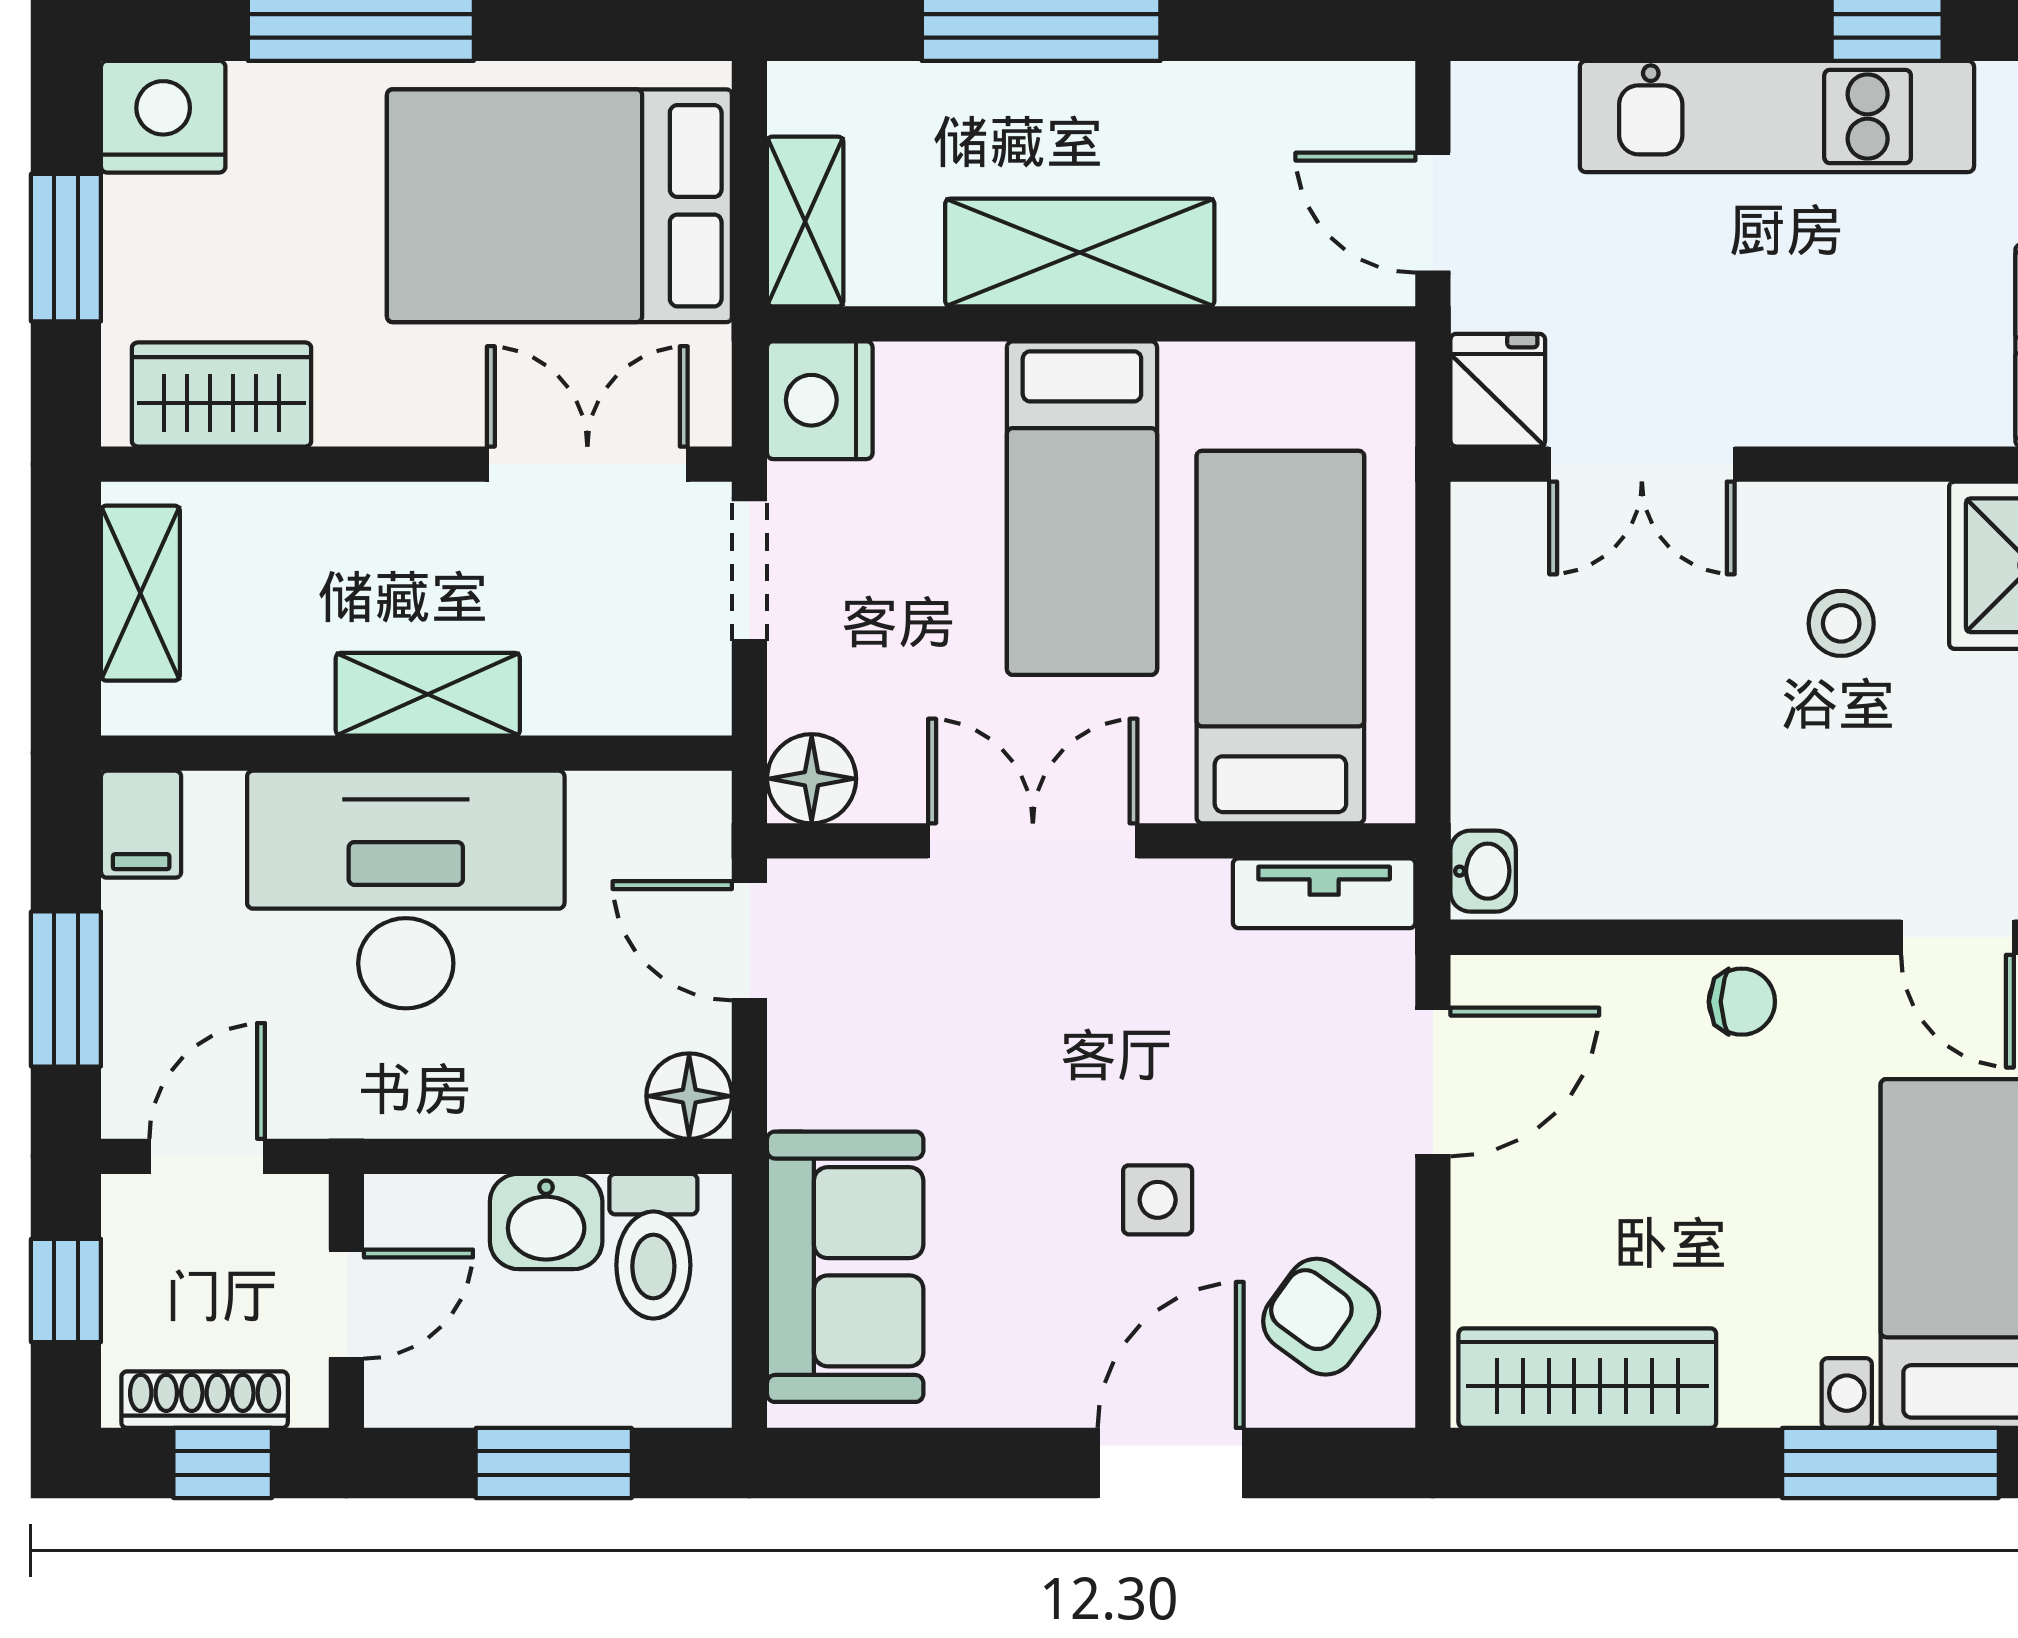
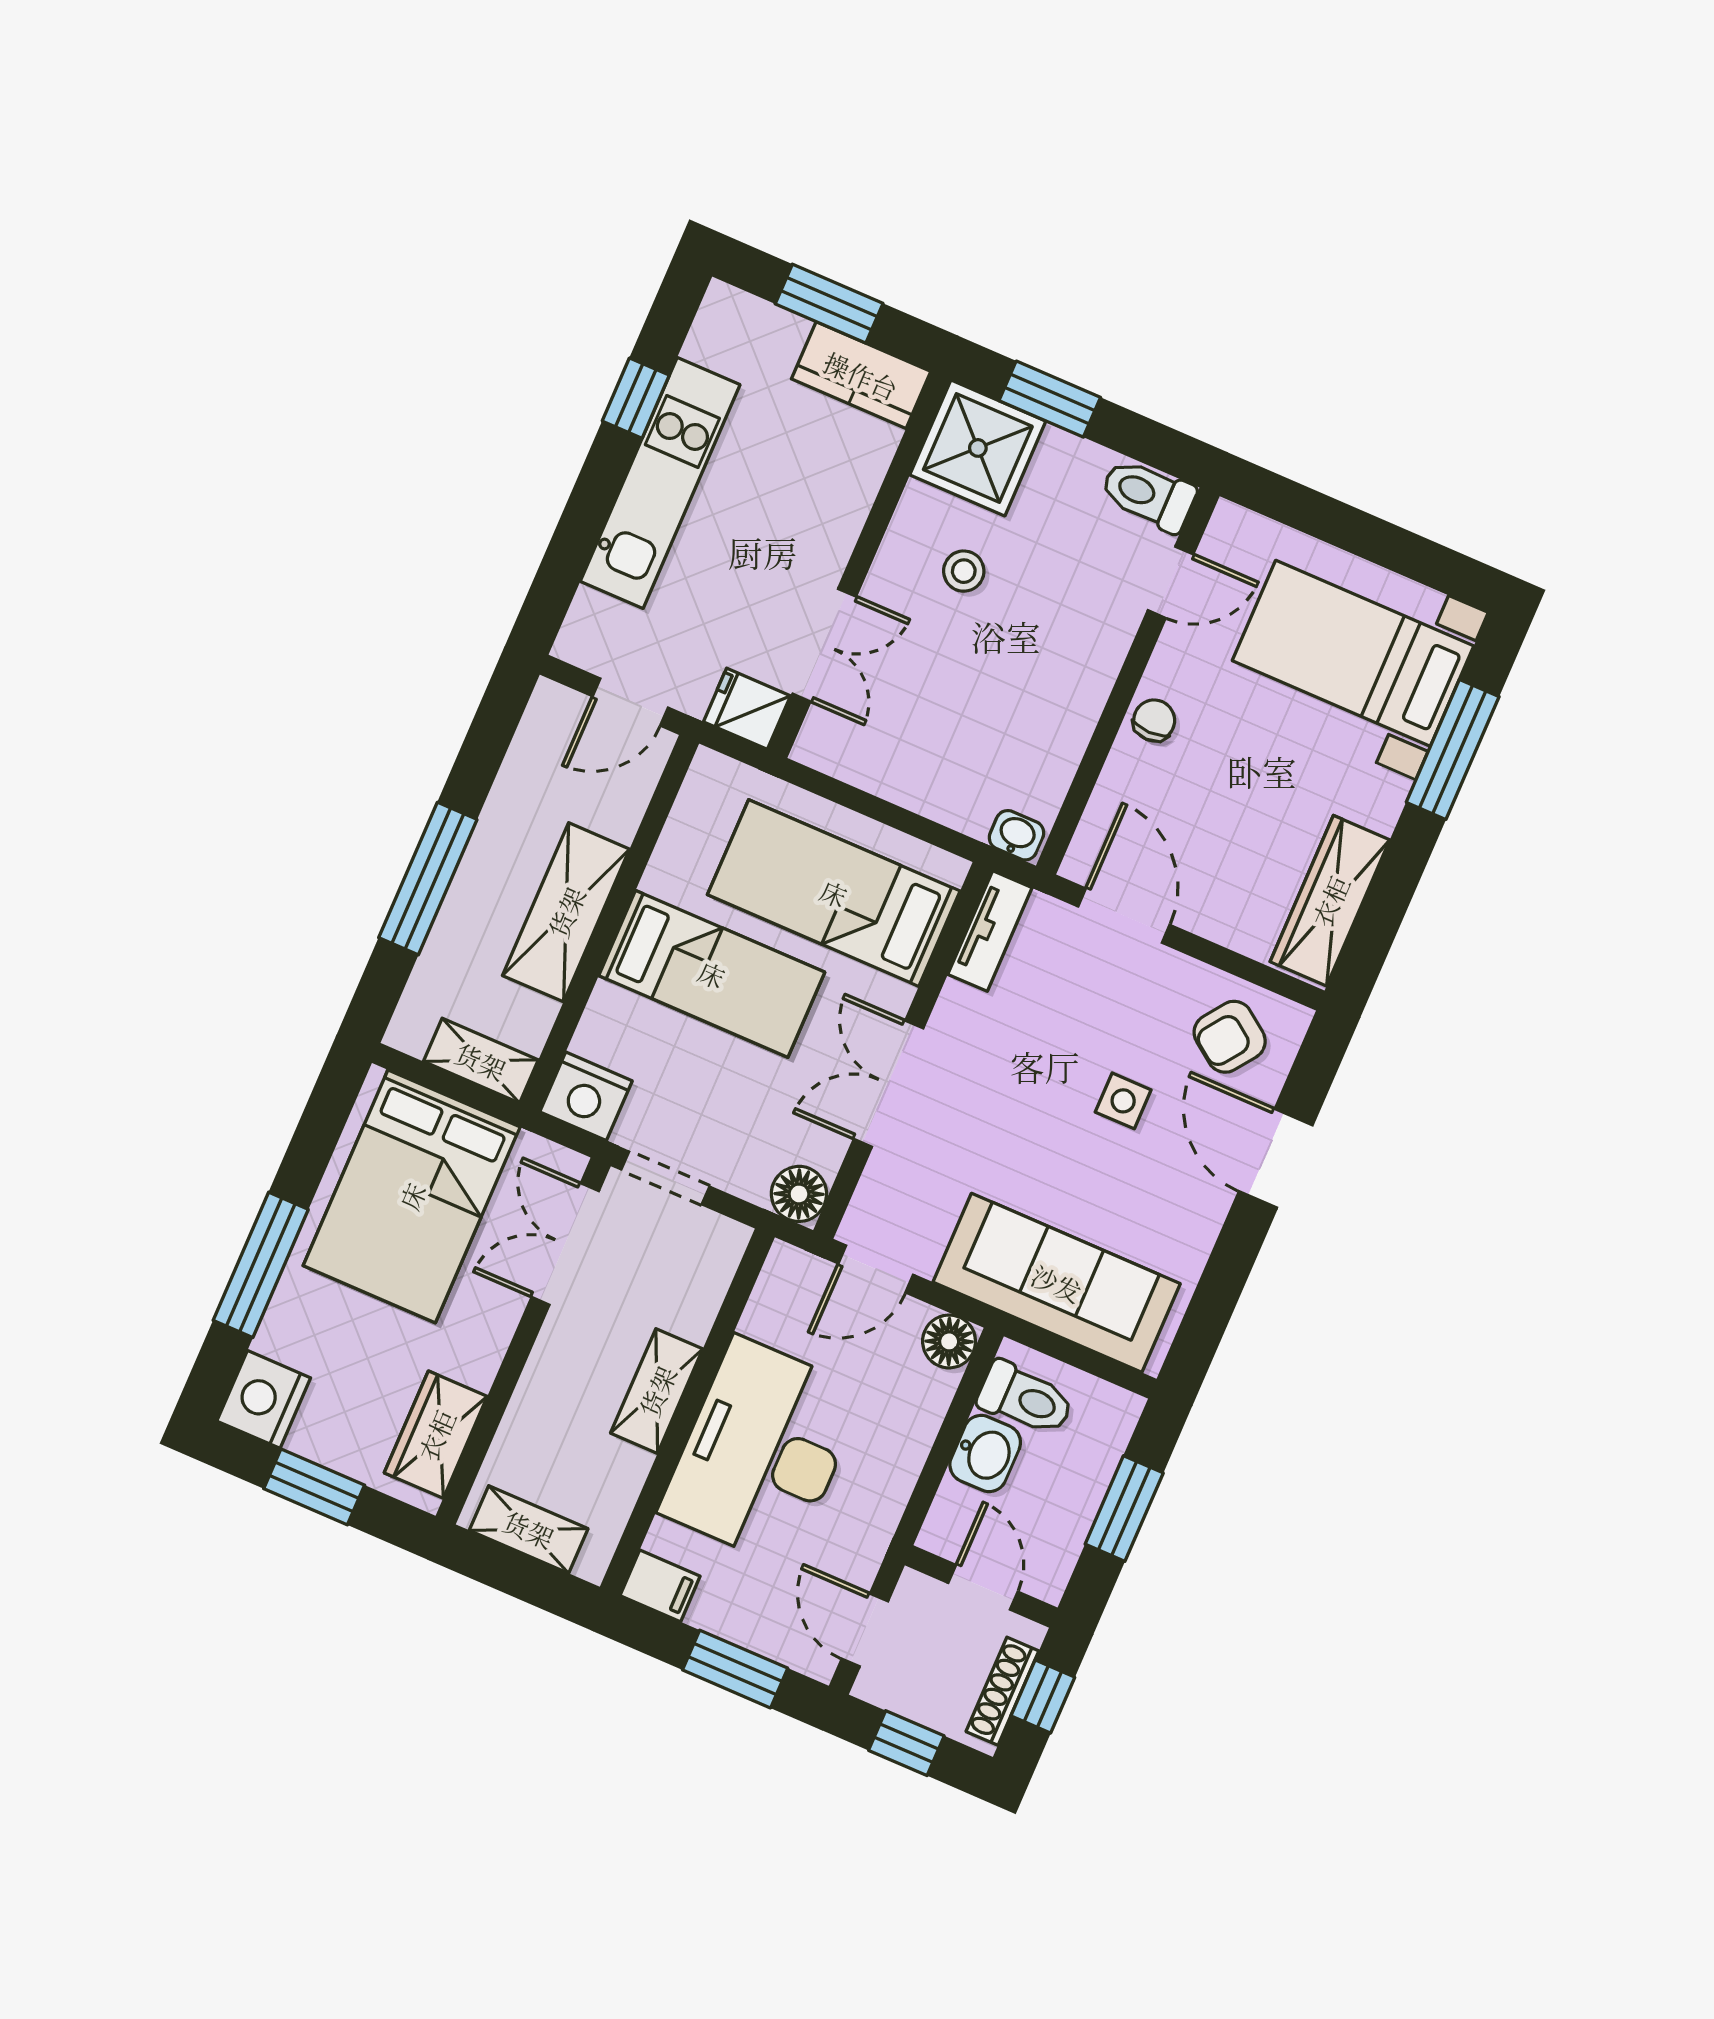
sofa: (845, 1267) -> (1057, 1283), width x1.36

